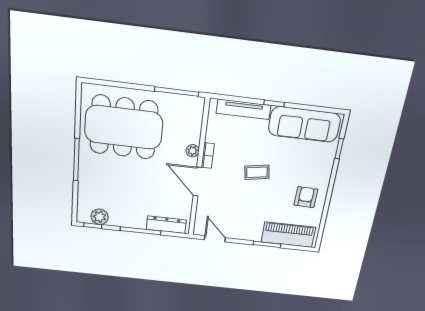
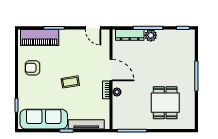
dining table: (124, 127) -> (165, 103), width x0.53, depth x0.80
armchair: (306, 197) -> (33, 68), turned 89
plant: (100, 217) -> (151, 35), moved

